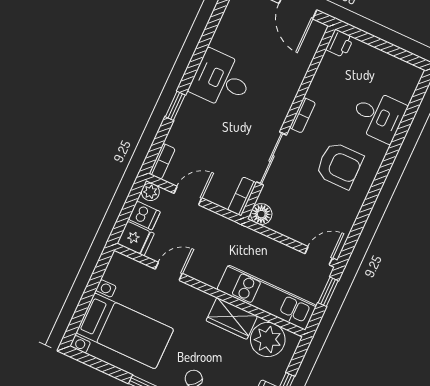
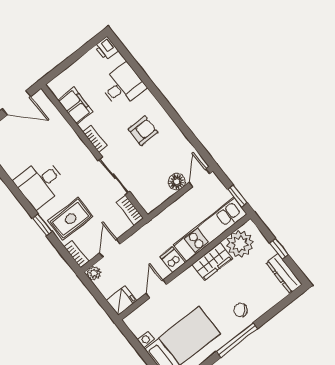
printer: (340, 44) -> (106, 48), moved, turned 180
filing cabinet: (328, 75) -> (75, 106), added
rug: (199, 134) -> (71, 219), added
armchair: (339, 165) -> (143, 131), width x0.72, depth x0.72
floor lamp: (261, 214) -> (177, 182), moved
dishwasher: (144, 215) -> (173, 260), moved, turned -90
window: (328, 292) -> (237, 196), moved

